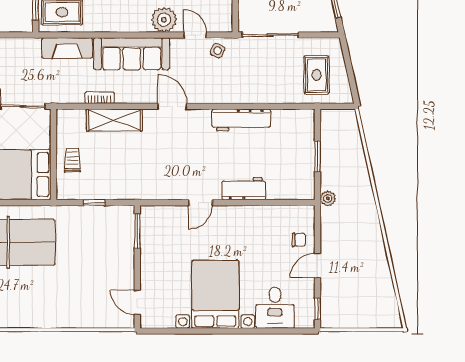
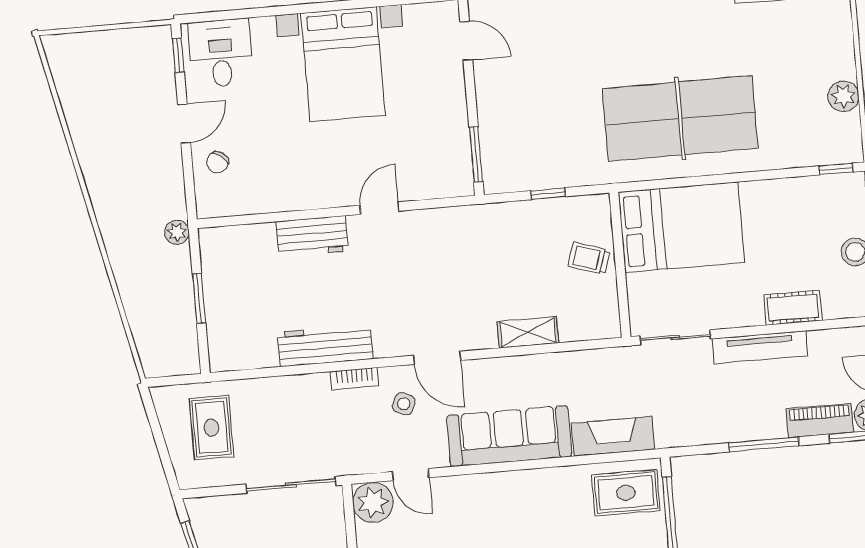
plant: (164, 20) -> (373, 502), moved
side table: (217, 51) -> (404, 404), moved
bookcase: (100, 98) -> (354, 379), moved
shelving: (114, 120) -> (528, 332), width x0.67, depth x0.75
trolley: (72, 160) -> (589, 258), turned 108
chair: (299, 240) -> (217, 162), turned -54
desk: (275, 308) -> (221, 53), moved

